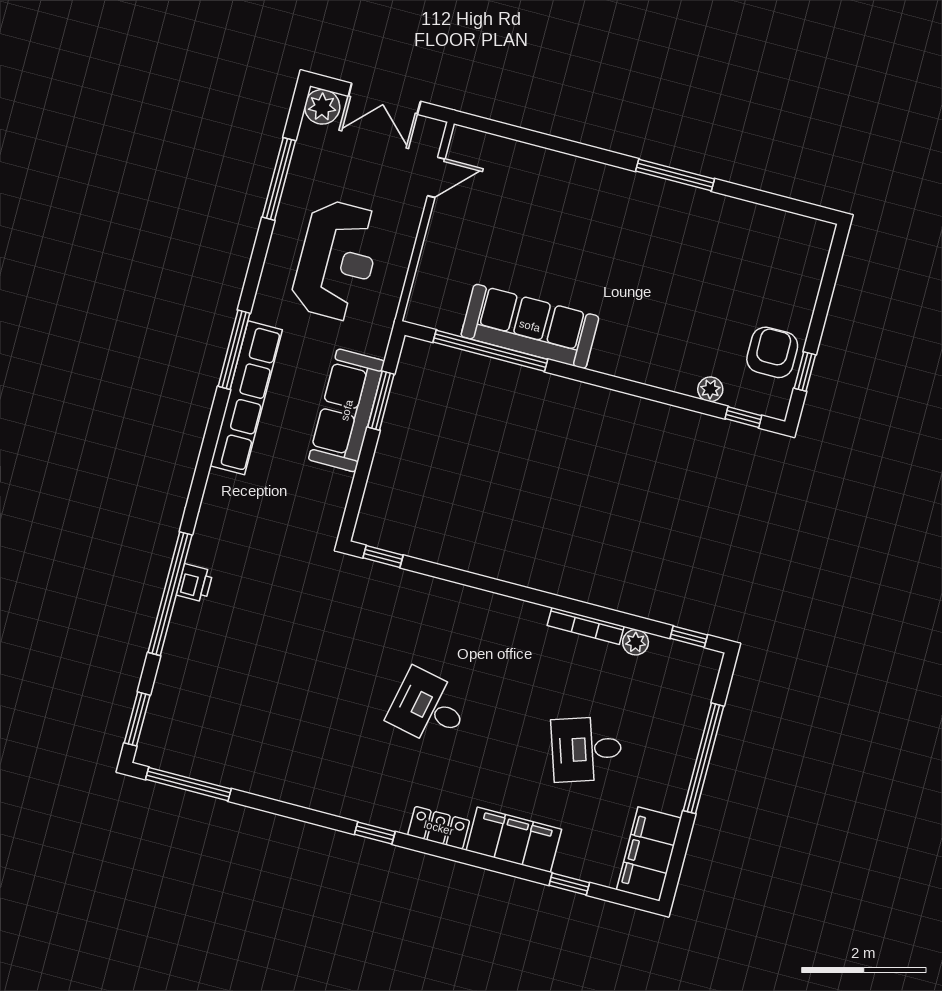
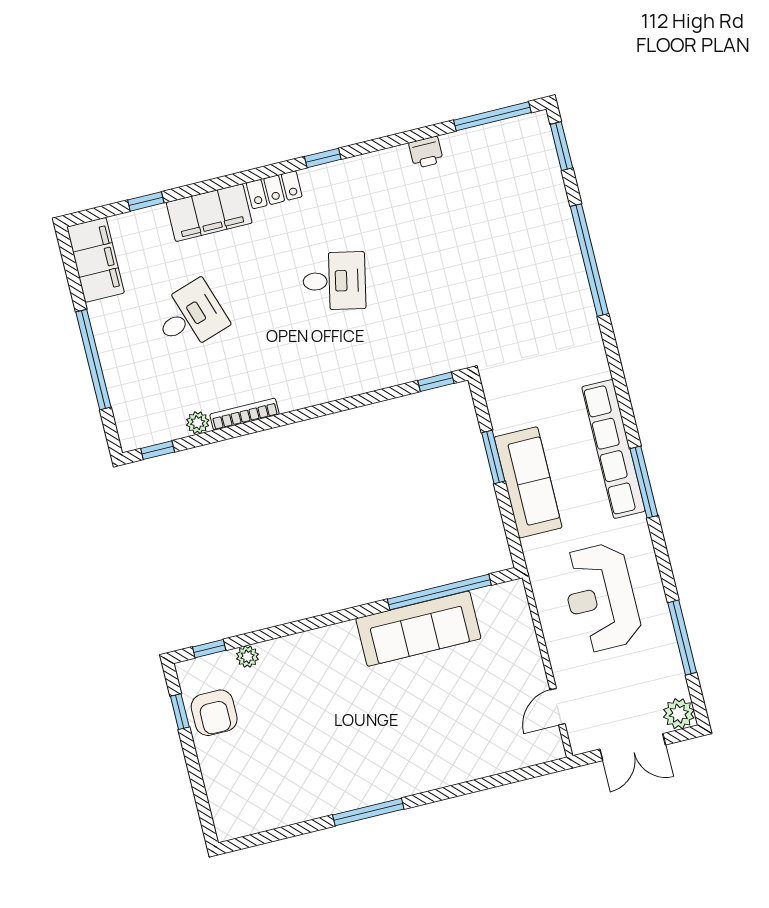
double door: (384, 99) -> (633, 747), swing flipped
window: (381, 401) -> (493, 457), moved
printer: (195, 583) -> (426, 152), moved, turned -90

